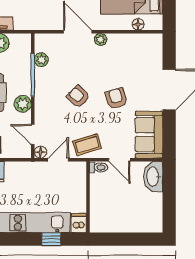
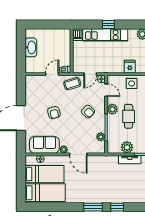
armchair: (78, 97) -> (88, 112), moved
sofa: (149, 135) -> (44, 145), moved, turned -90
door: (119, 160) -> (52, 74), hinge flipped
washbasin: (153, 177) -> (31, 47), moved
window: (51, 239) -> (108, 25), moved

